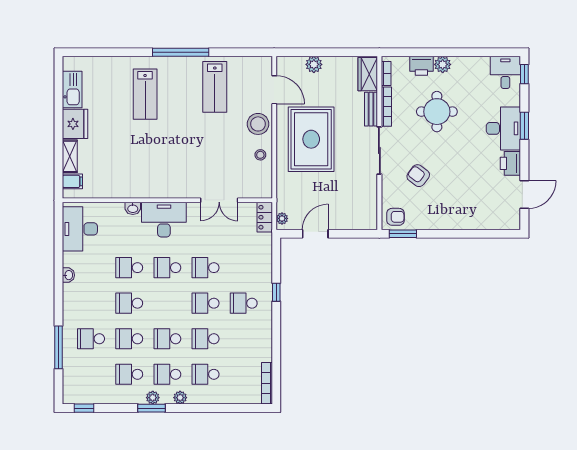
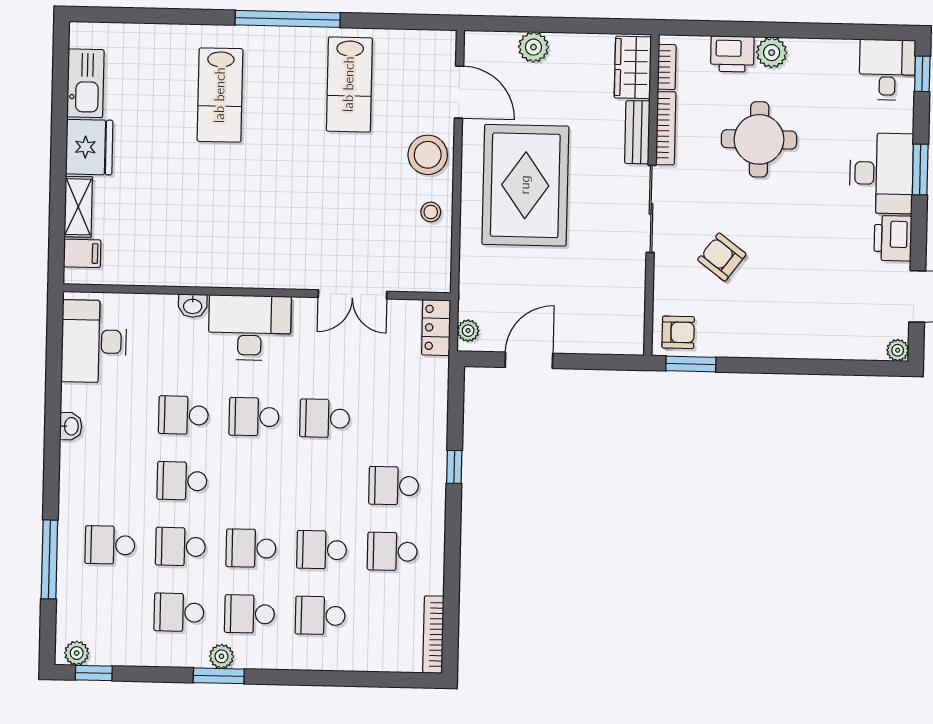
plant: (514, 224) -> (898, 350), added
school desk: (206, 303) -> (392, 551), moved
plant: (180, 398) -> (77, 653), moved

